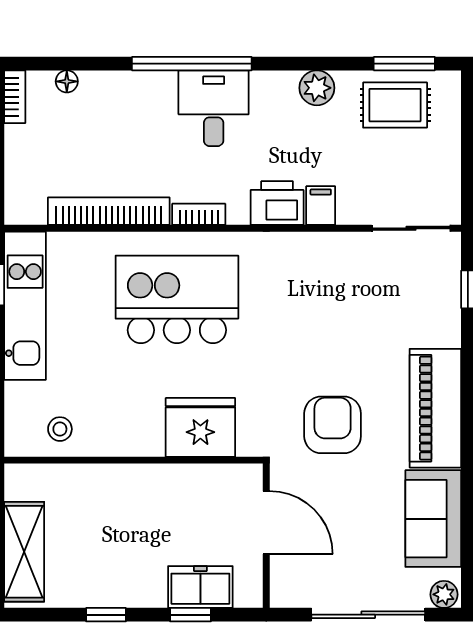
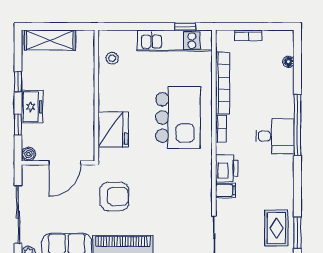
plant: (317, 88) -> (285, 188), removed
bookcase: (15, 97) -> (248, 35), moved
freezer: (200, 587) -> (32, 107), moved
boiler: (249, 594) -> (28, 154), added

